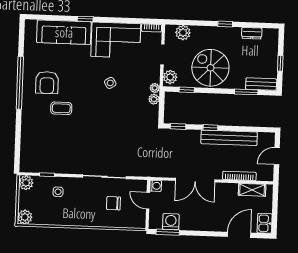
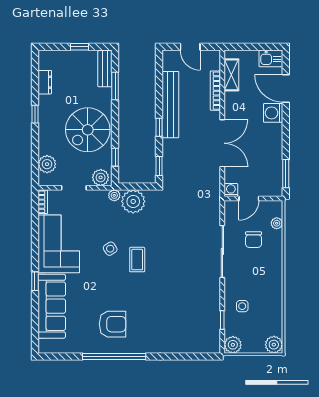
plant: (154, 99) -> (133, 201), width x1.88, depth x1.88
coffee table: (61, 108) -> (137, 260), moved
washing machine: (171, 222) -> (273, 113), moved
plant: (126, 223) -> (277, 223), added

